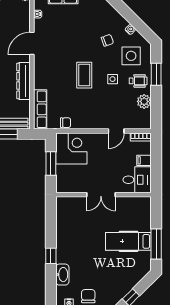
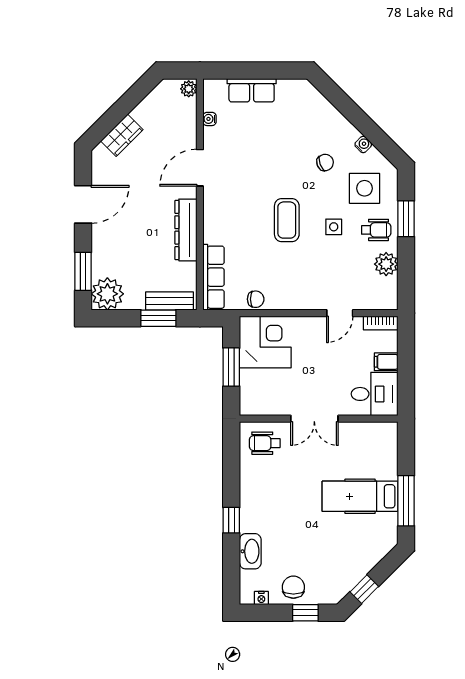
wheelchair: (71, 209) -> (265, 443), added

